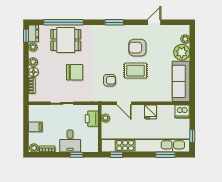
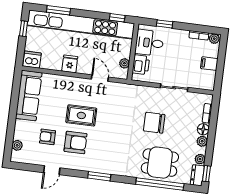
plant: (182, 52) -> (23, 130), removed
armchair: (110, 80) -> (47, 137), moved
desk: (70, 141) -> (149, 43), moved, turned -90

